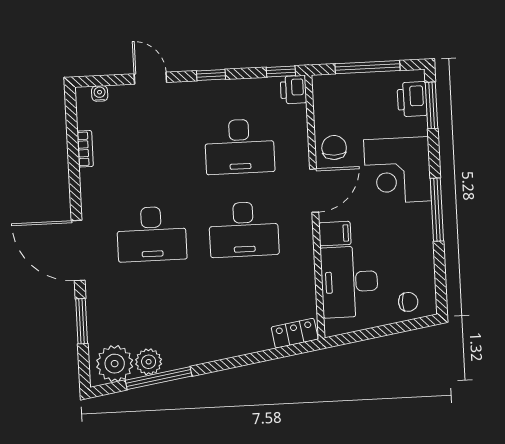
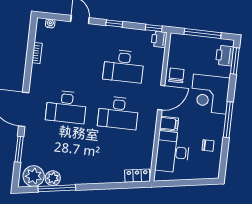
chair: (408, 302) -> (208, 146), moved

